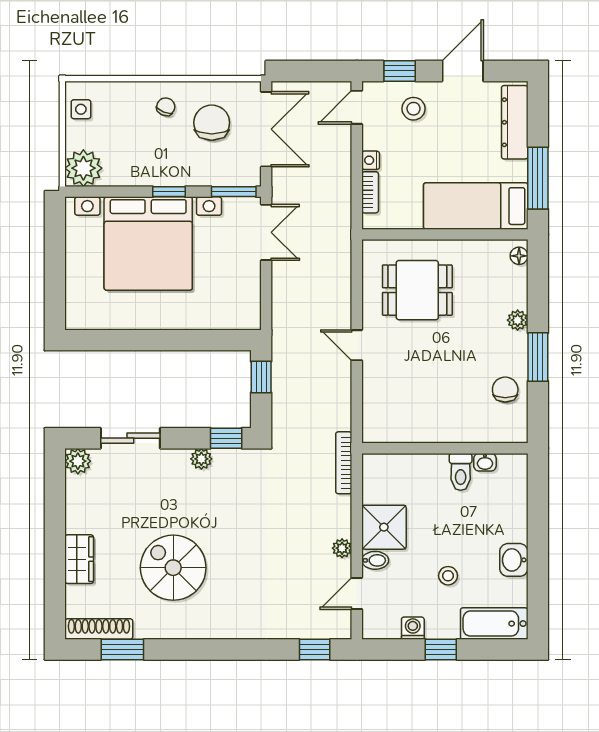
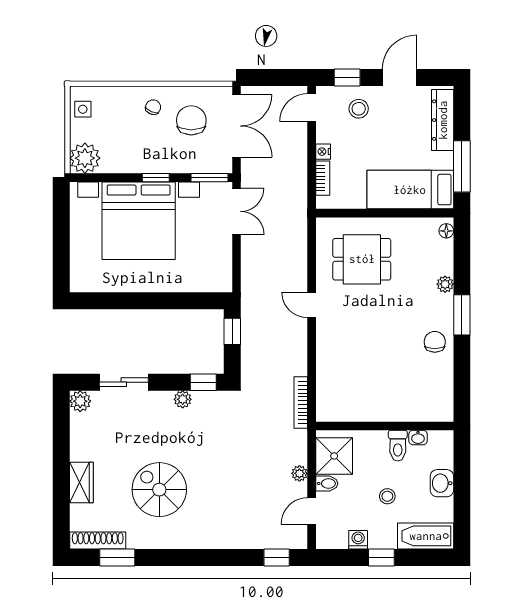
wall: (445, 448) -> (385, 426), moved
washbasin: (485, 462) -> (418, 438), moved
toilet: (461, 472) -> (398, 446), moved

